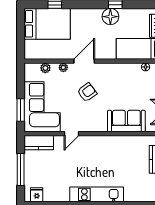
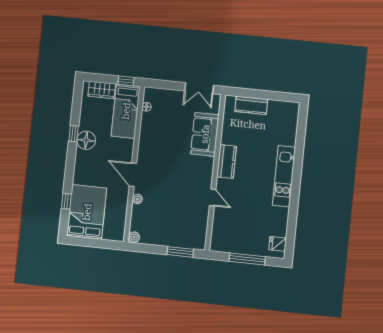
plant: (45, 68) -> (134, 237), moved
armchair: (87, 92) -> (168, 175), removed
corner sofa: (42, 107) -> (179, 227), removed
kitchen counter: (39, 143) -> (227, 162), moved

